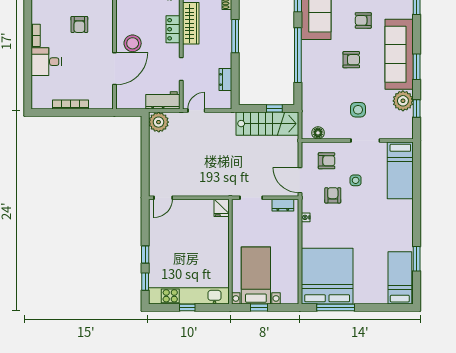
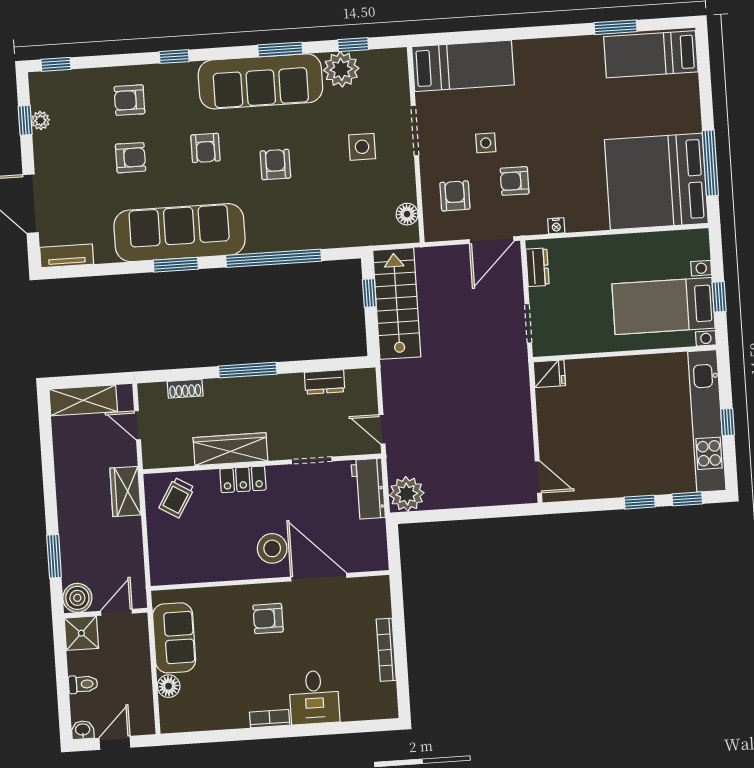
armchair: (79, 24) -> (268, 618), moved, turned 180

